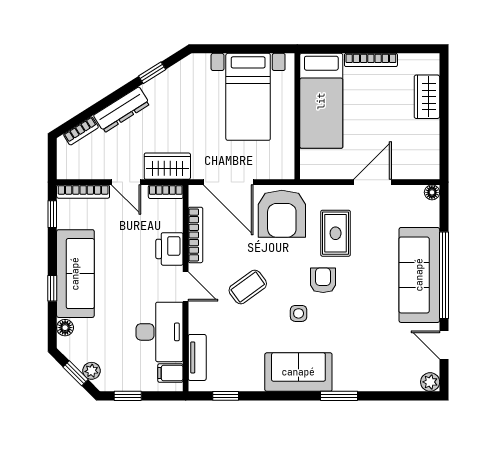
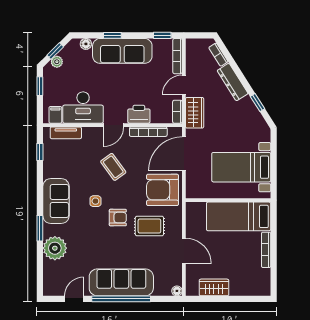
wardrobe: (427, 97) -> (214, 287), moved
plant: (430, 382) -> (55, 248), moved, width x1.88, depth x1.88

